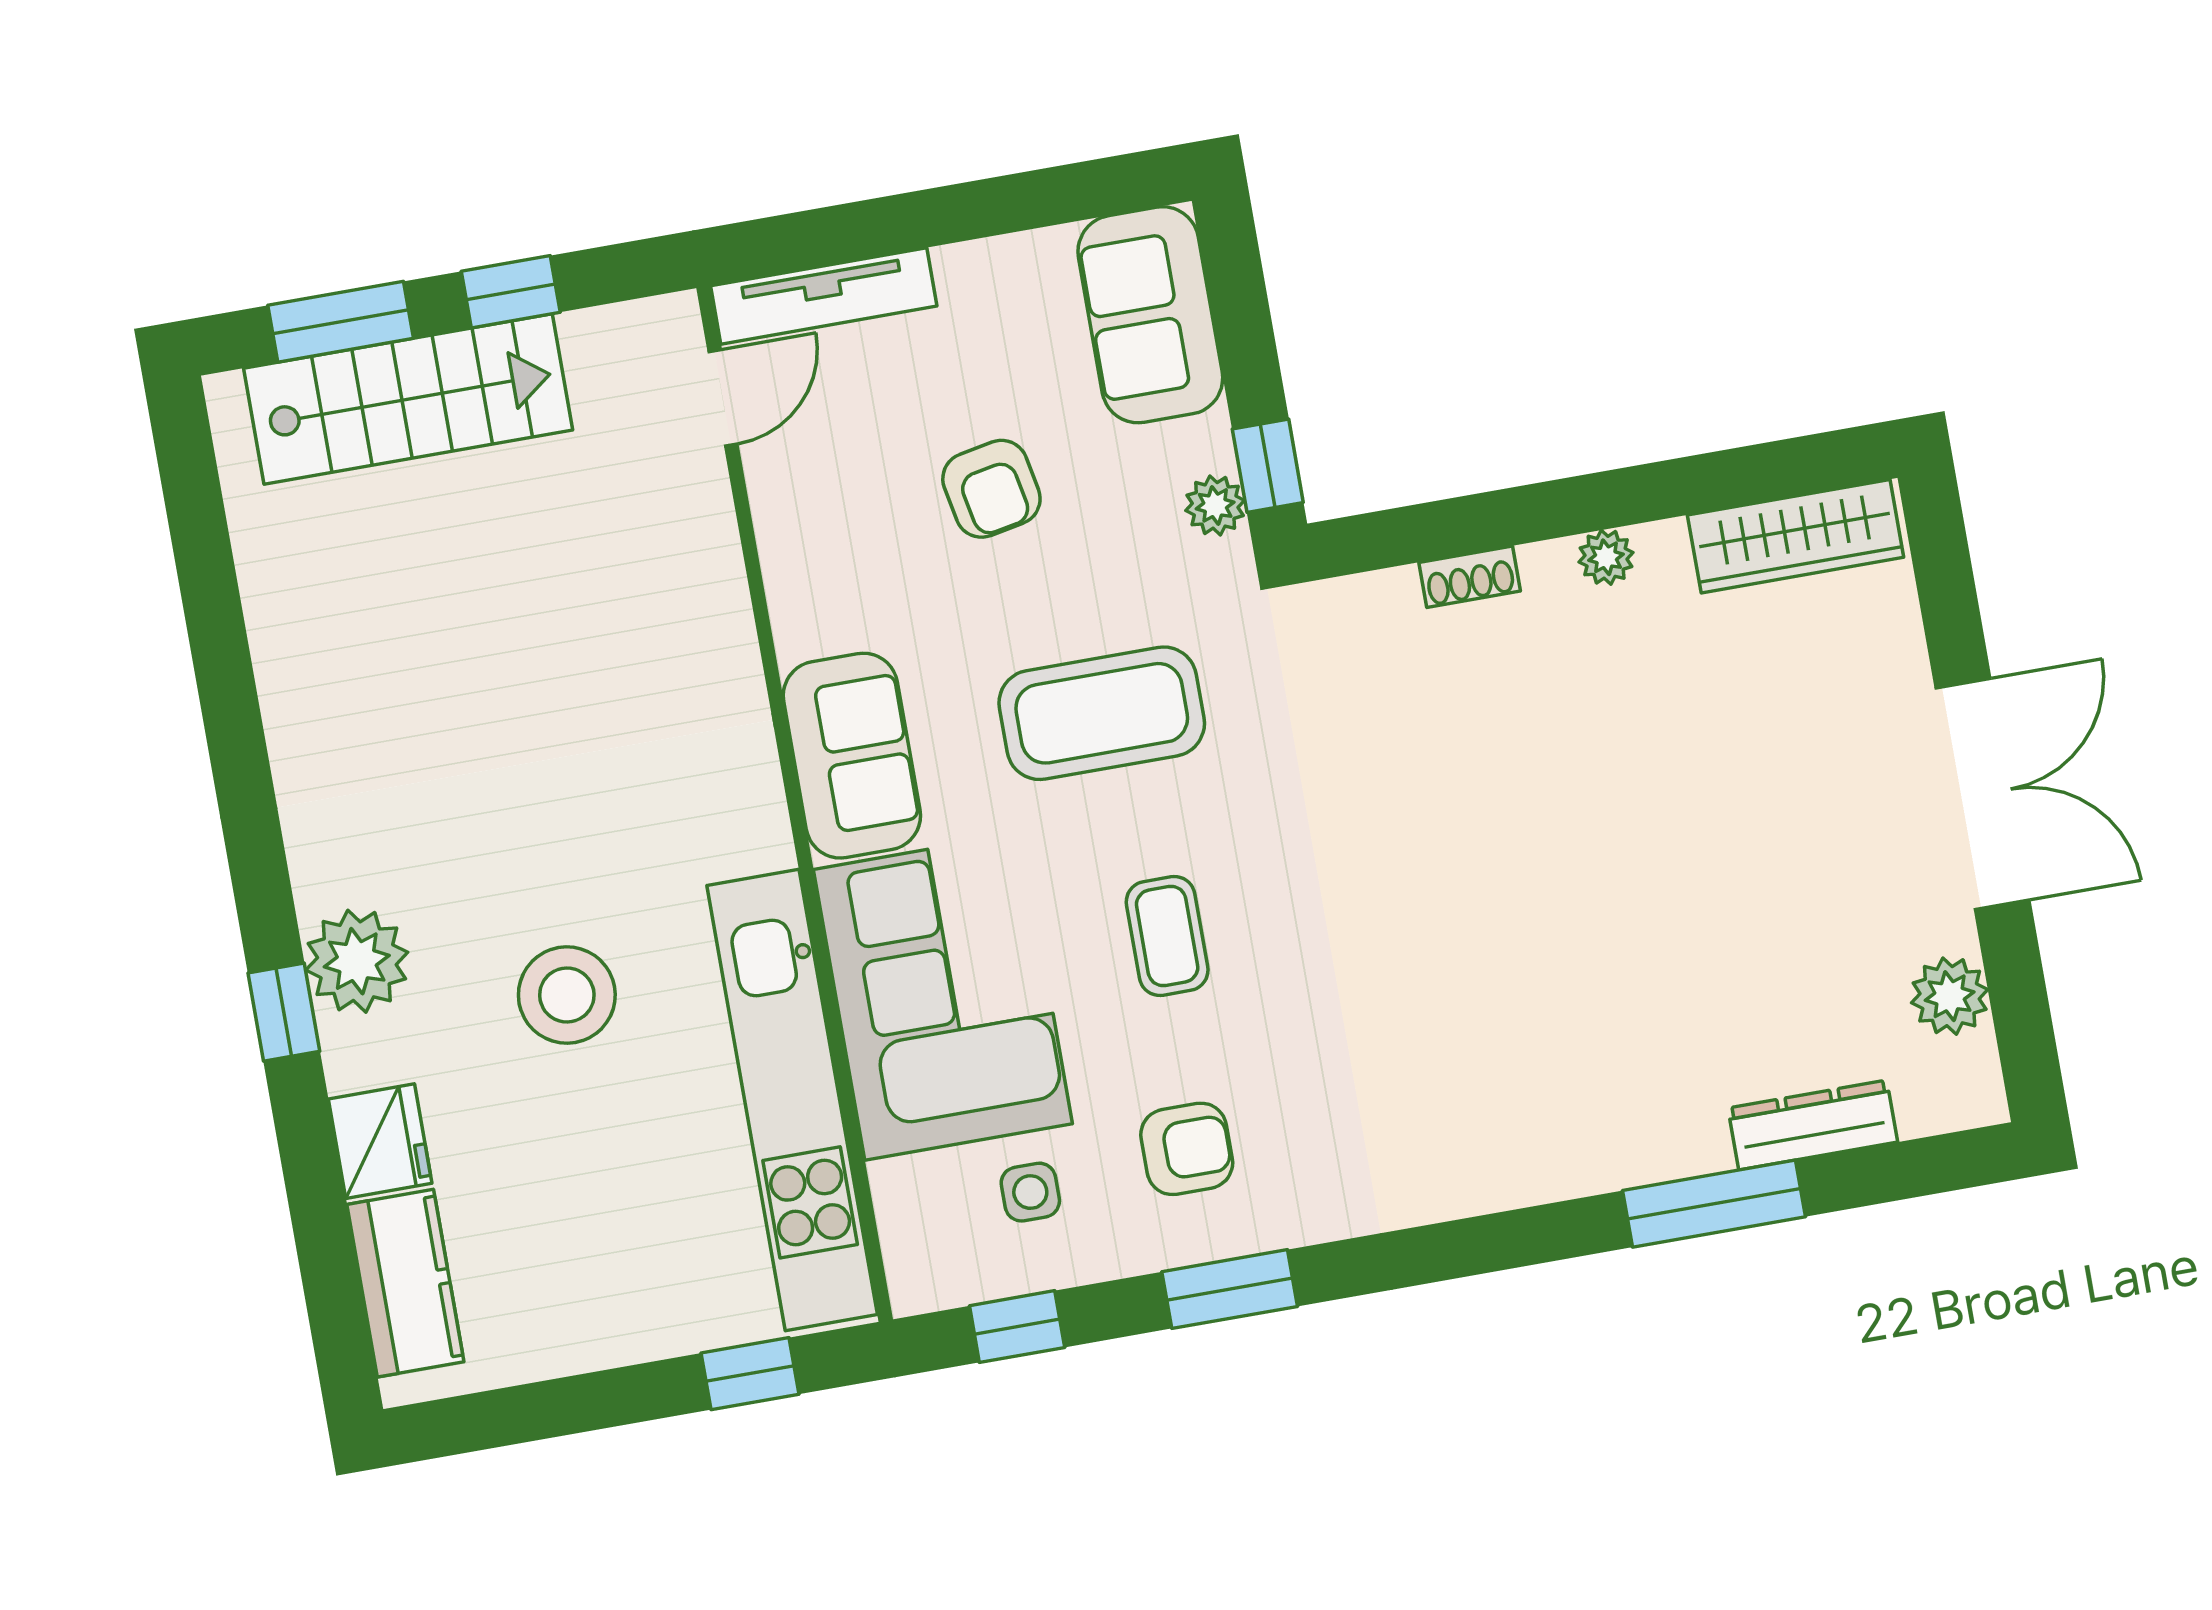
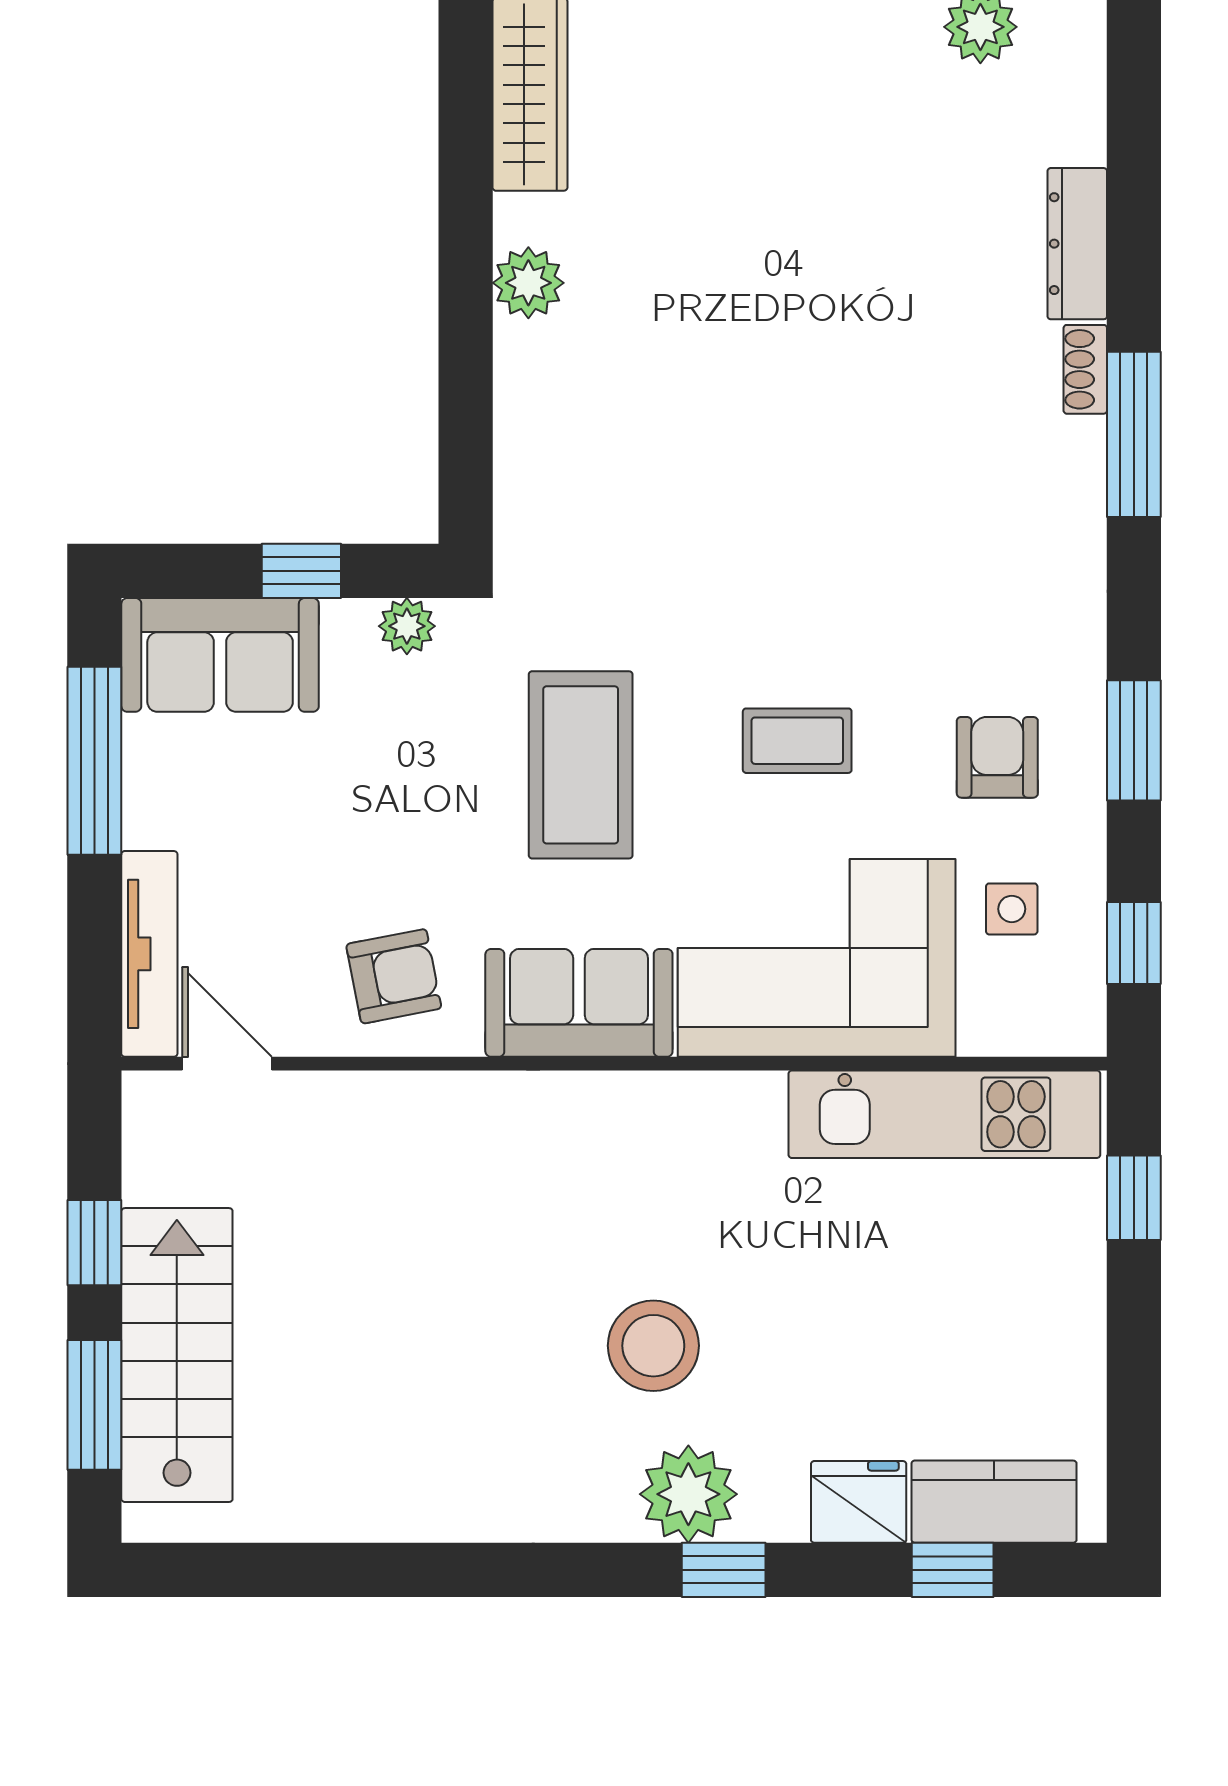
window: (1016, 203) -> (94, 761), added
window: (1268, 466) -> (301, 571), moved
armchair: (991, 489) -> (394, 976), moved
plant: (1606, 557) -> (528, 283), width x1.38, depth x1.38
shoe rack: (1470, 577) -> (1085, 369), moved, turned 180
stool: (567, 995) -> (653, 1346), moved
kitchen unit: (792, 1100) -> (944, 1114), width x0.73
dresser: (1813, 1125) -> (1077, 244), moved
window: (1714, 1204) -> (1134, 434), moved
window: (326, 1252) -> (953, 1570), added

